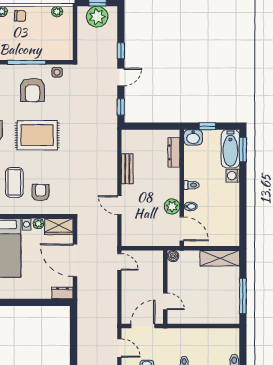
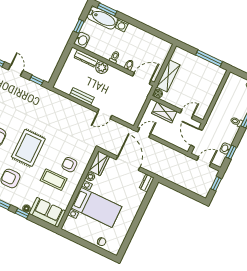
plant: (172, 206) -> (102, 68), moved
shelving: (220, 258) -> (168, 76), moved
door: (75, 260) -> (128, 163), swing flipped
wardrobe: (155, 274) -> (164, 112), added

